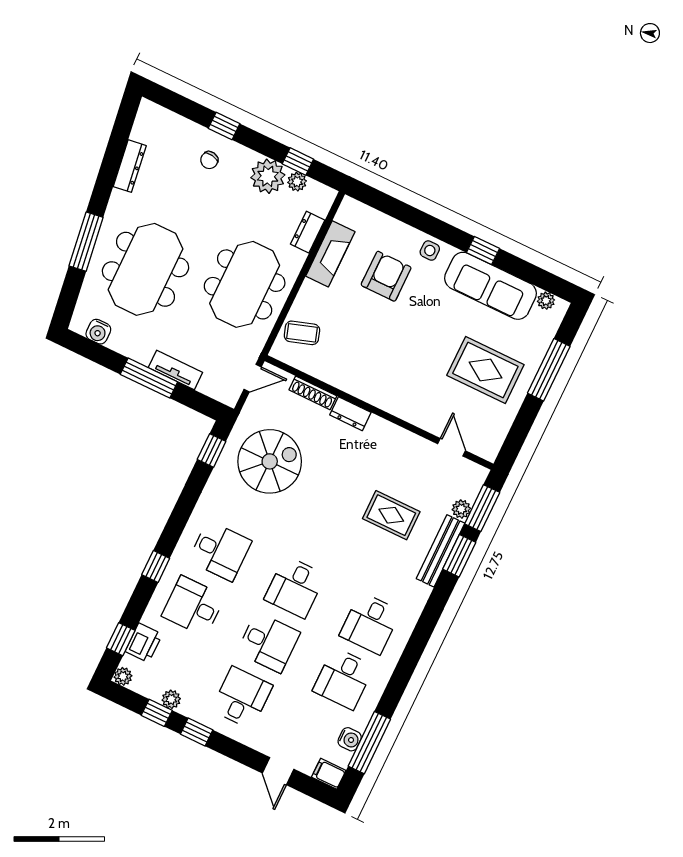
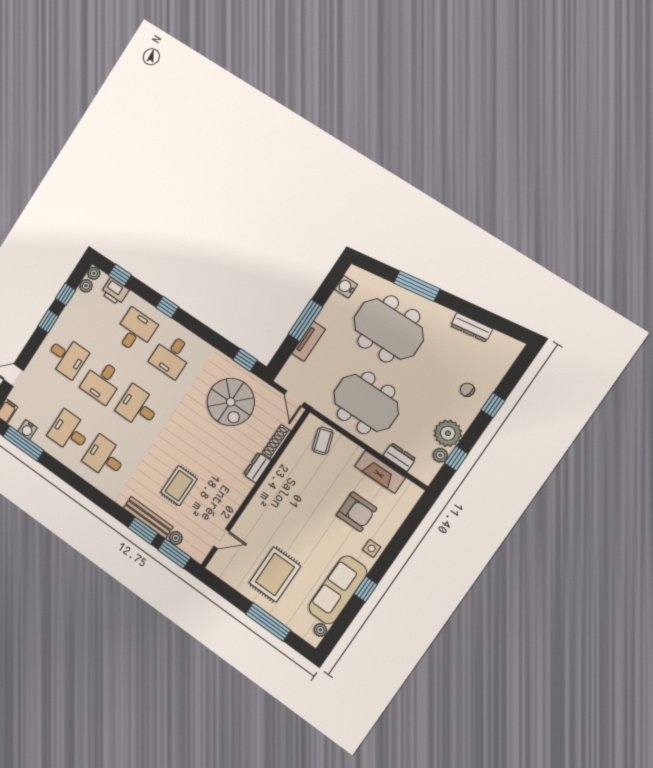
plant: (171, 699) -> (86, 286), moved

